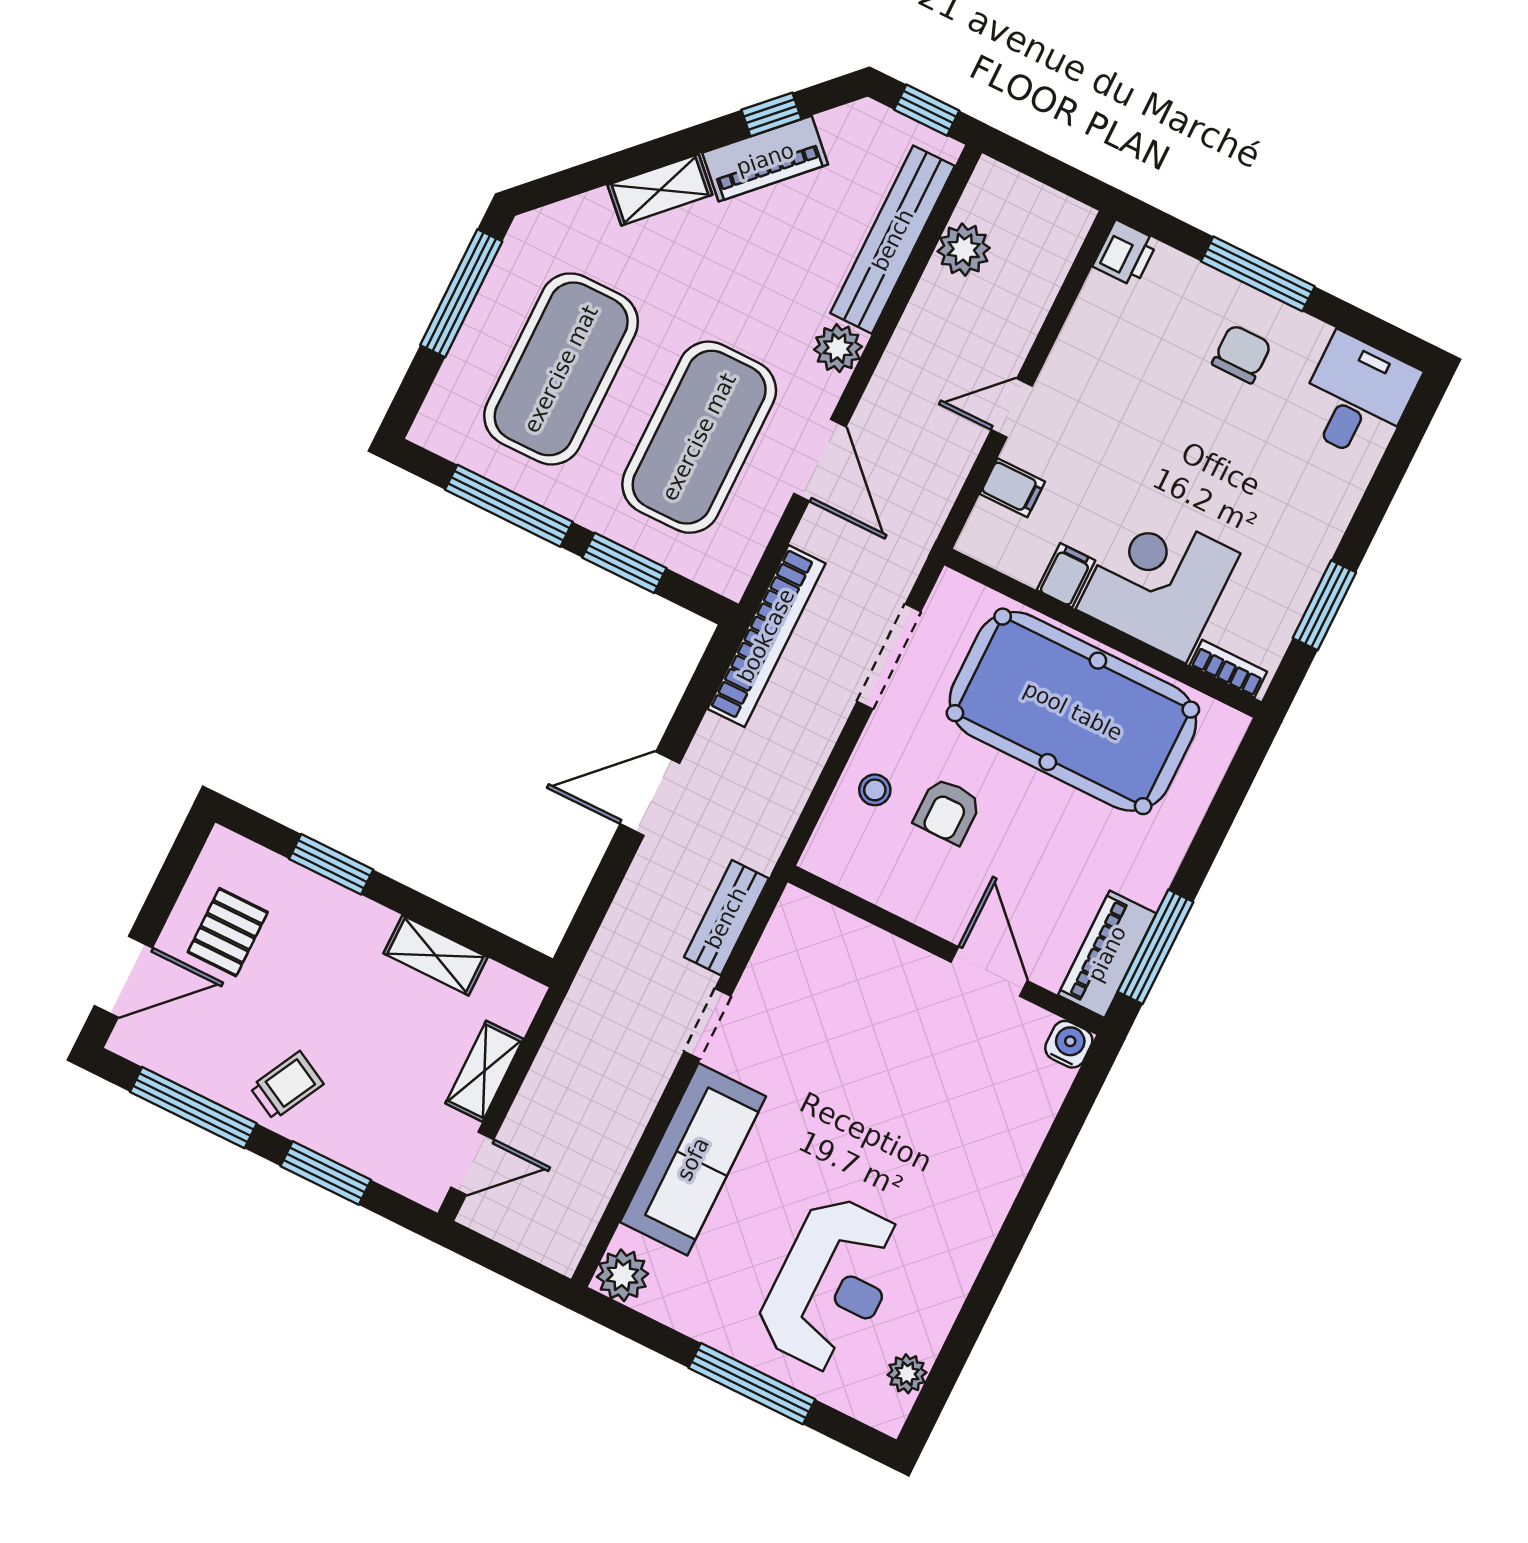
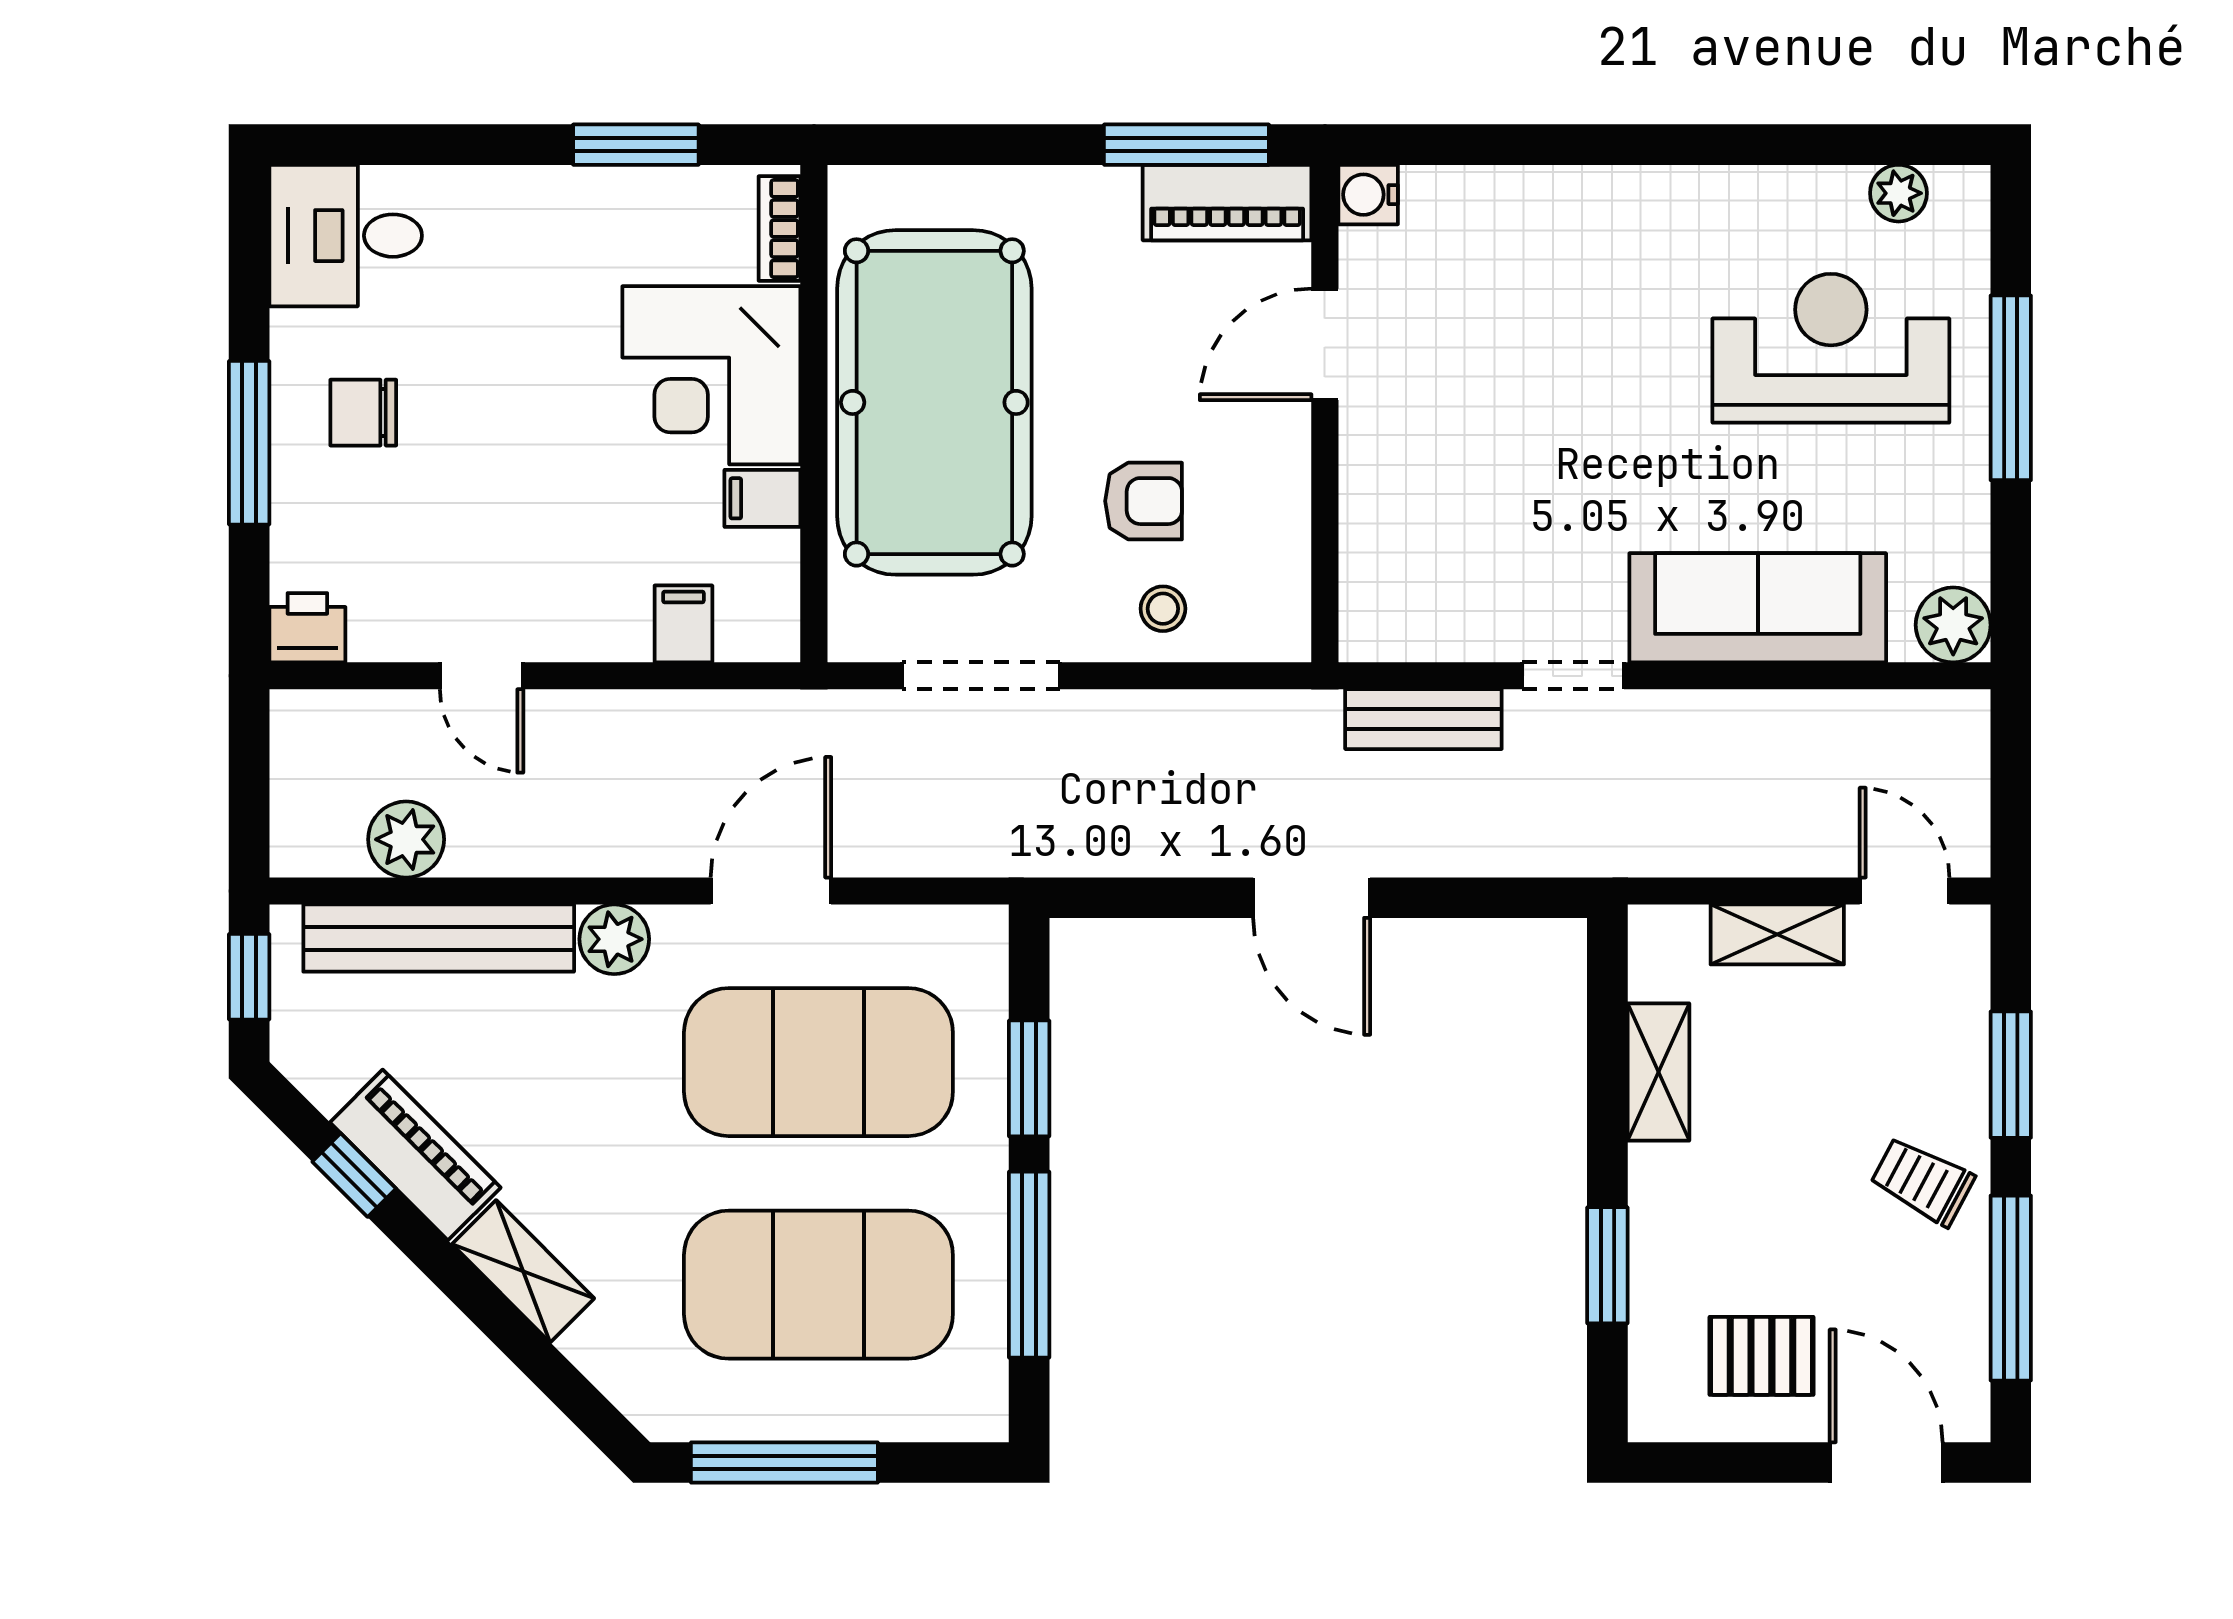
door: (1012, 408) -> (482, 676), moved
bookcase: (766, 636) -> (1033, 848), removed

